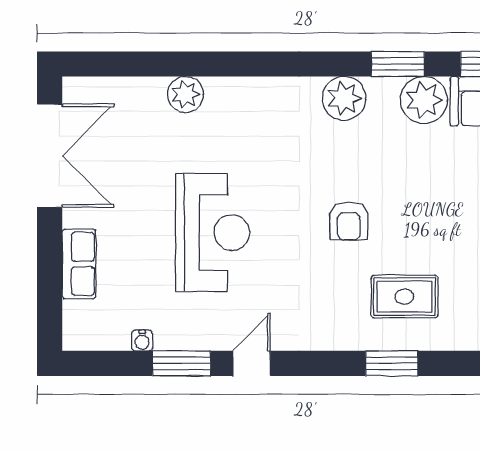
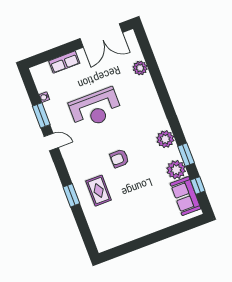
plant: (185, 94) -> (140, 68), moved

